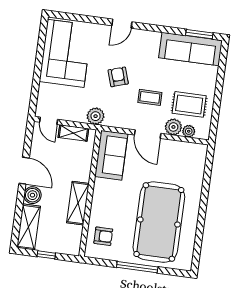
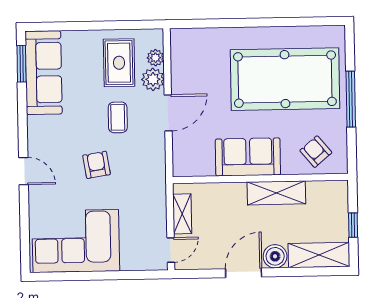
armchair: (118, 77) -> (97, 165), turned 99
plant: (96, 116) -> (155, 187), removed
sofa: (111, 155) -> (248, 157), moved
armchair: (103, 236) -> (316, 152), turned -40

